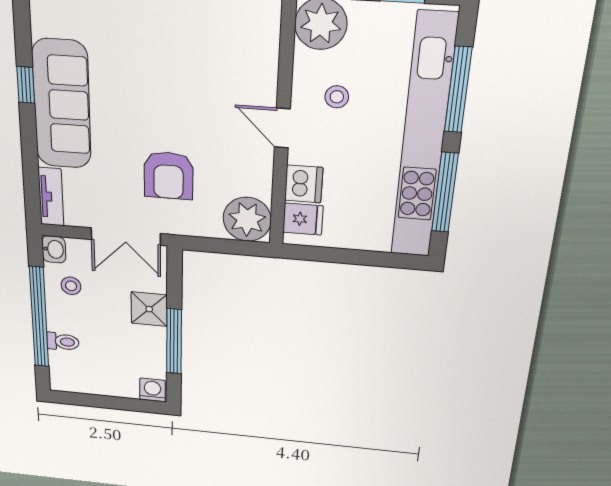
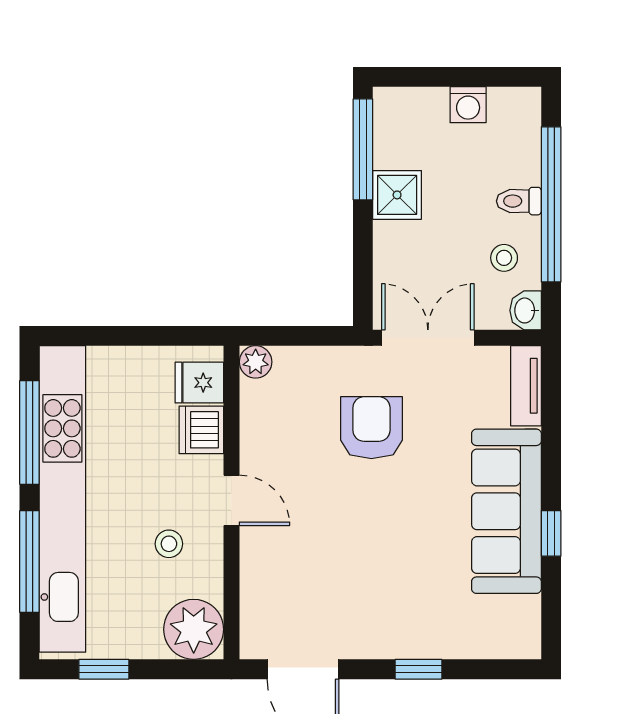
plant: (247, 219) -> (256, 362), width x0.53, depth x0.53
shower: (149, 309) -> (397, 195), moved
window: (174, 341) -> (363, 149), moved
toilet: (63, 342) -> (519, 201), moved
washing machine: (153, 390) -> (468, 105), moved

